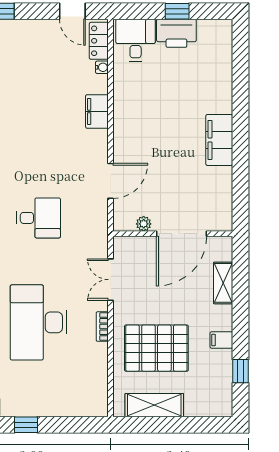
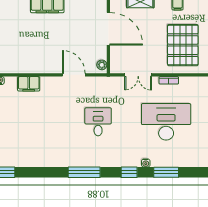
plant: (144, 224) -> (102, 65), moved
desk: (39, 322) -> (166, 122), turned 180

